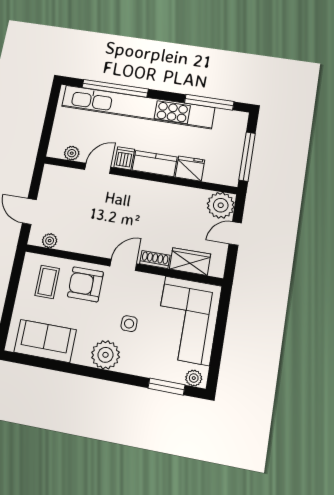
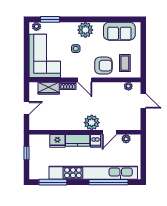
window: (247, 157) -> (27, 153), width x0.46
plant: (221, 205) -> (92, 123), moved
door: (123, 265) -> (85, 80), hinge flipped

